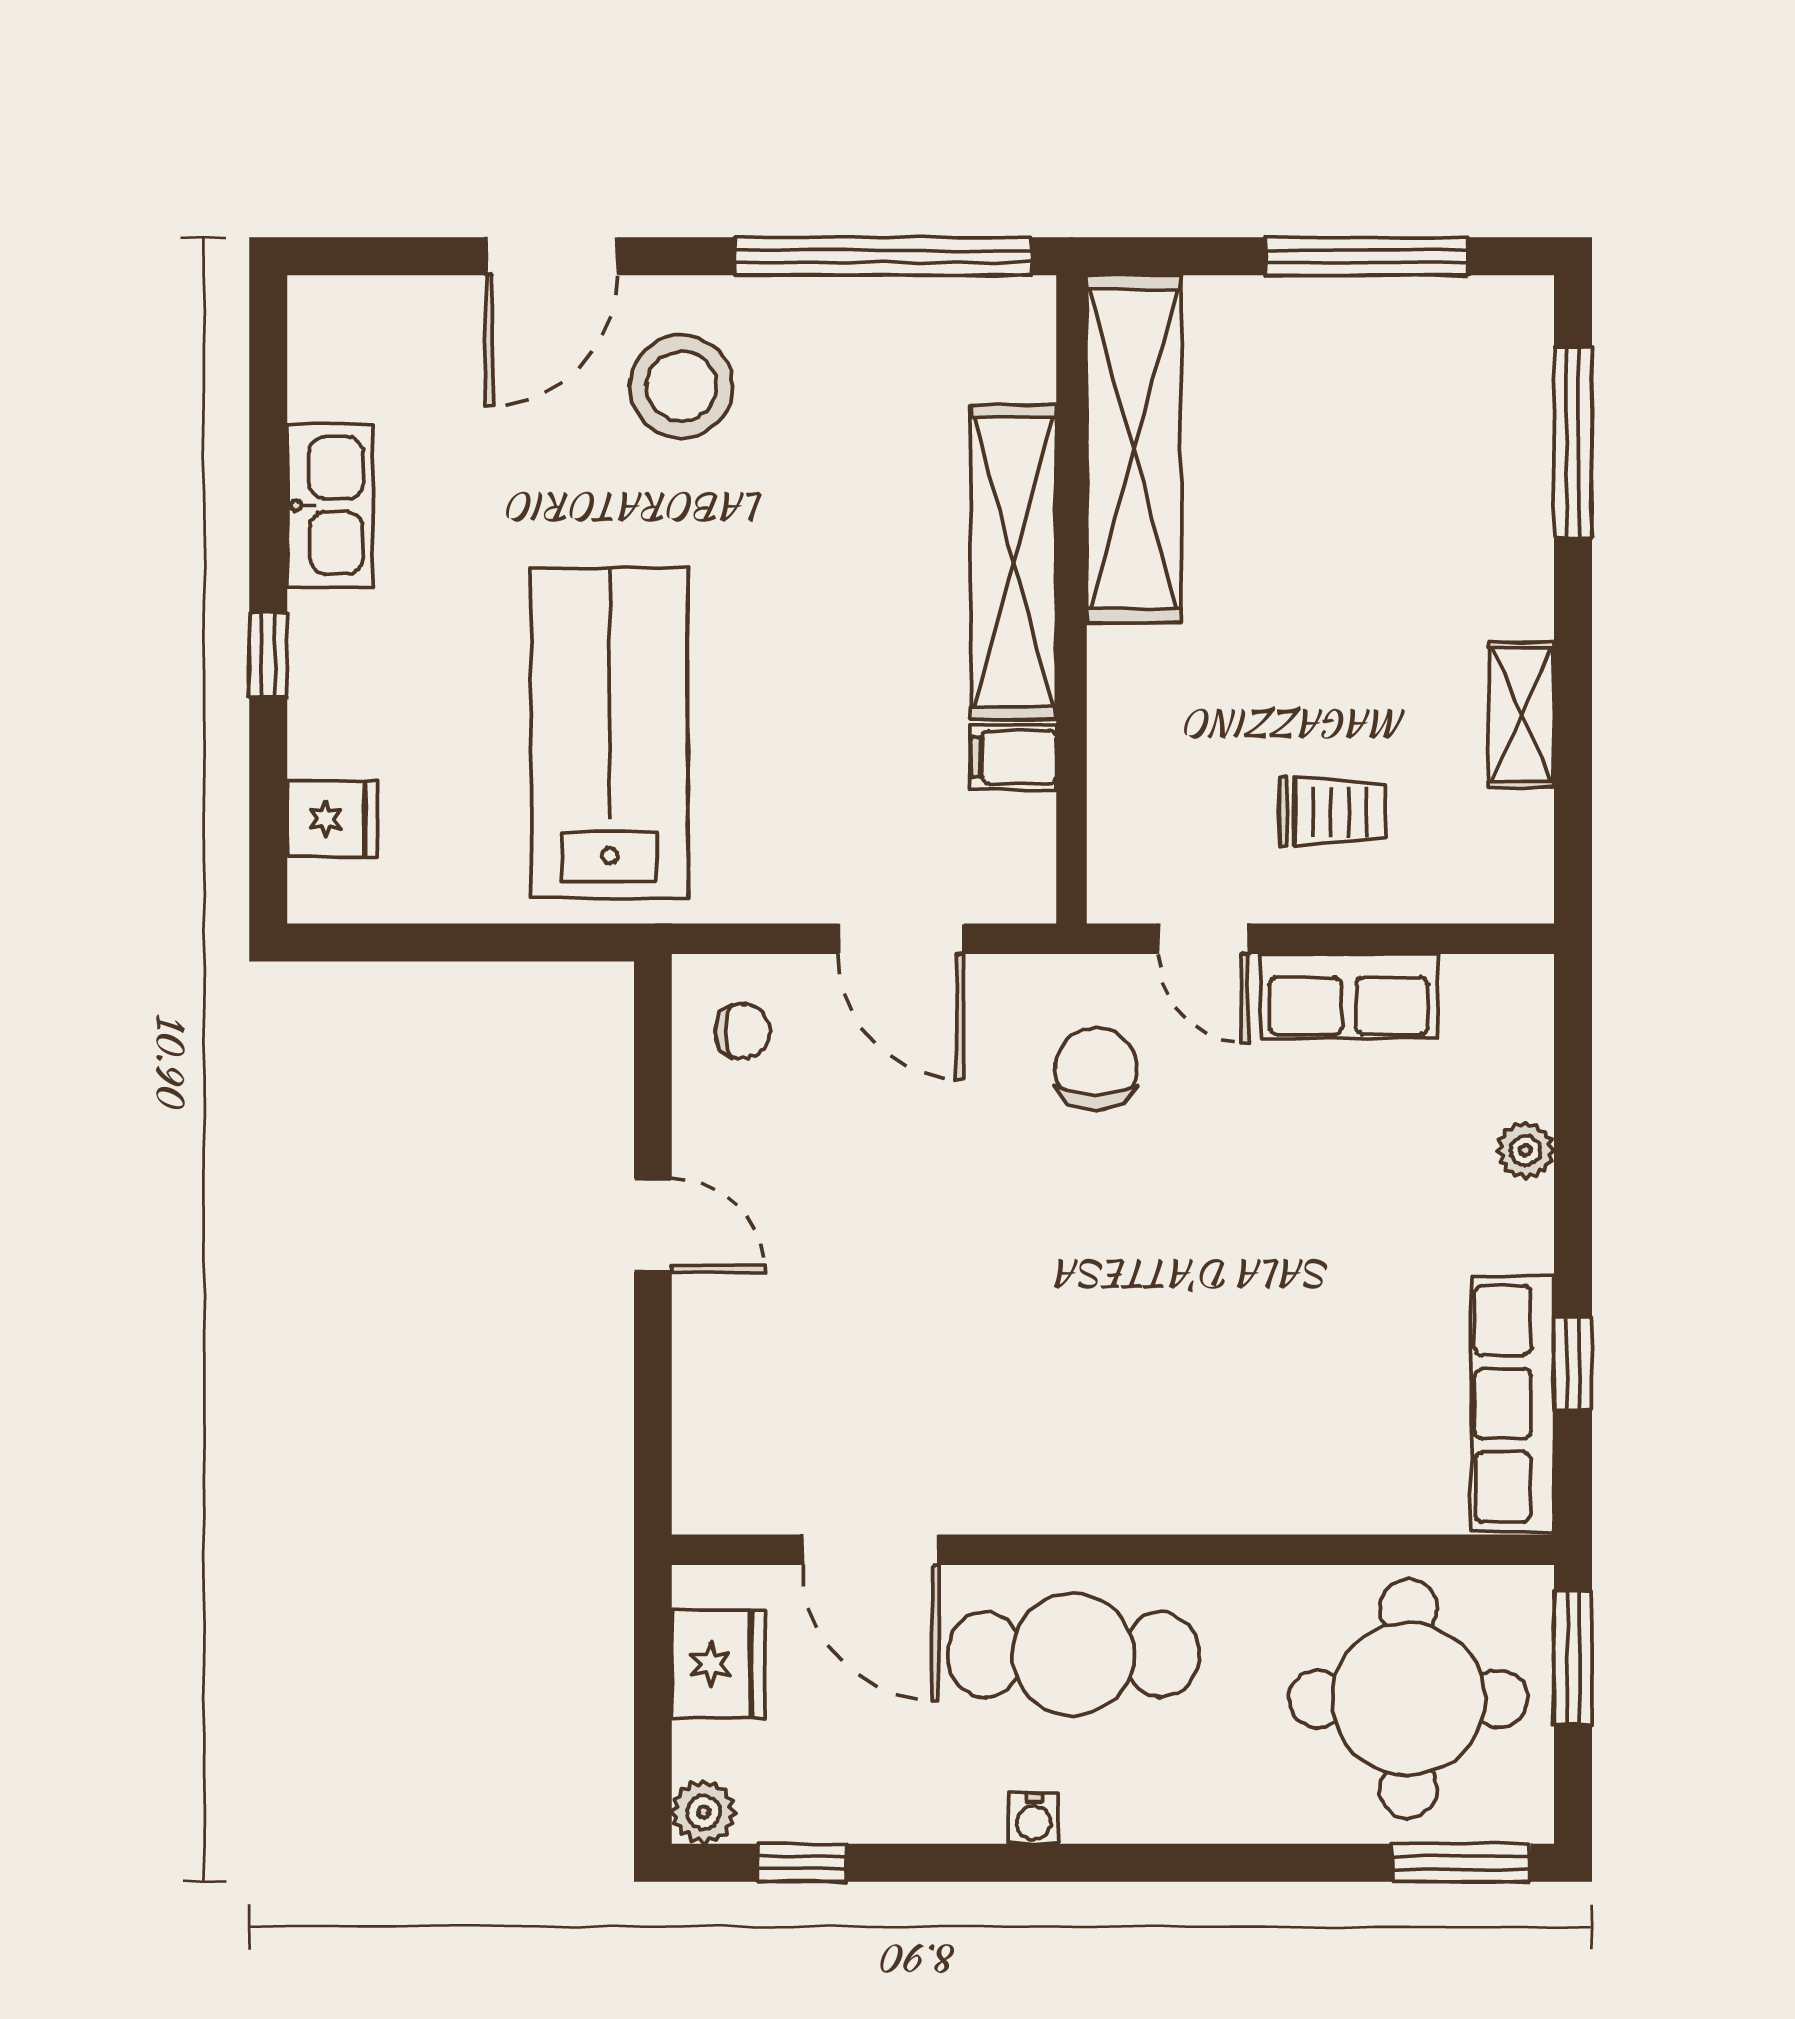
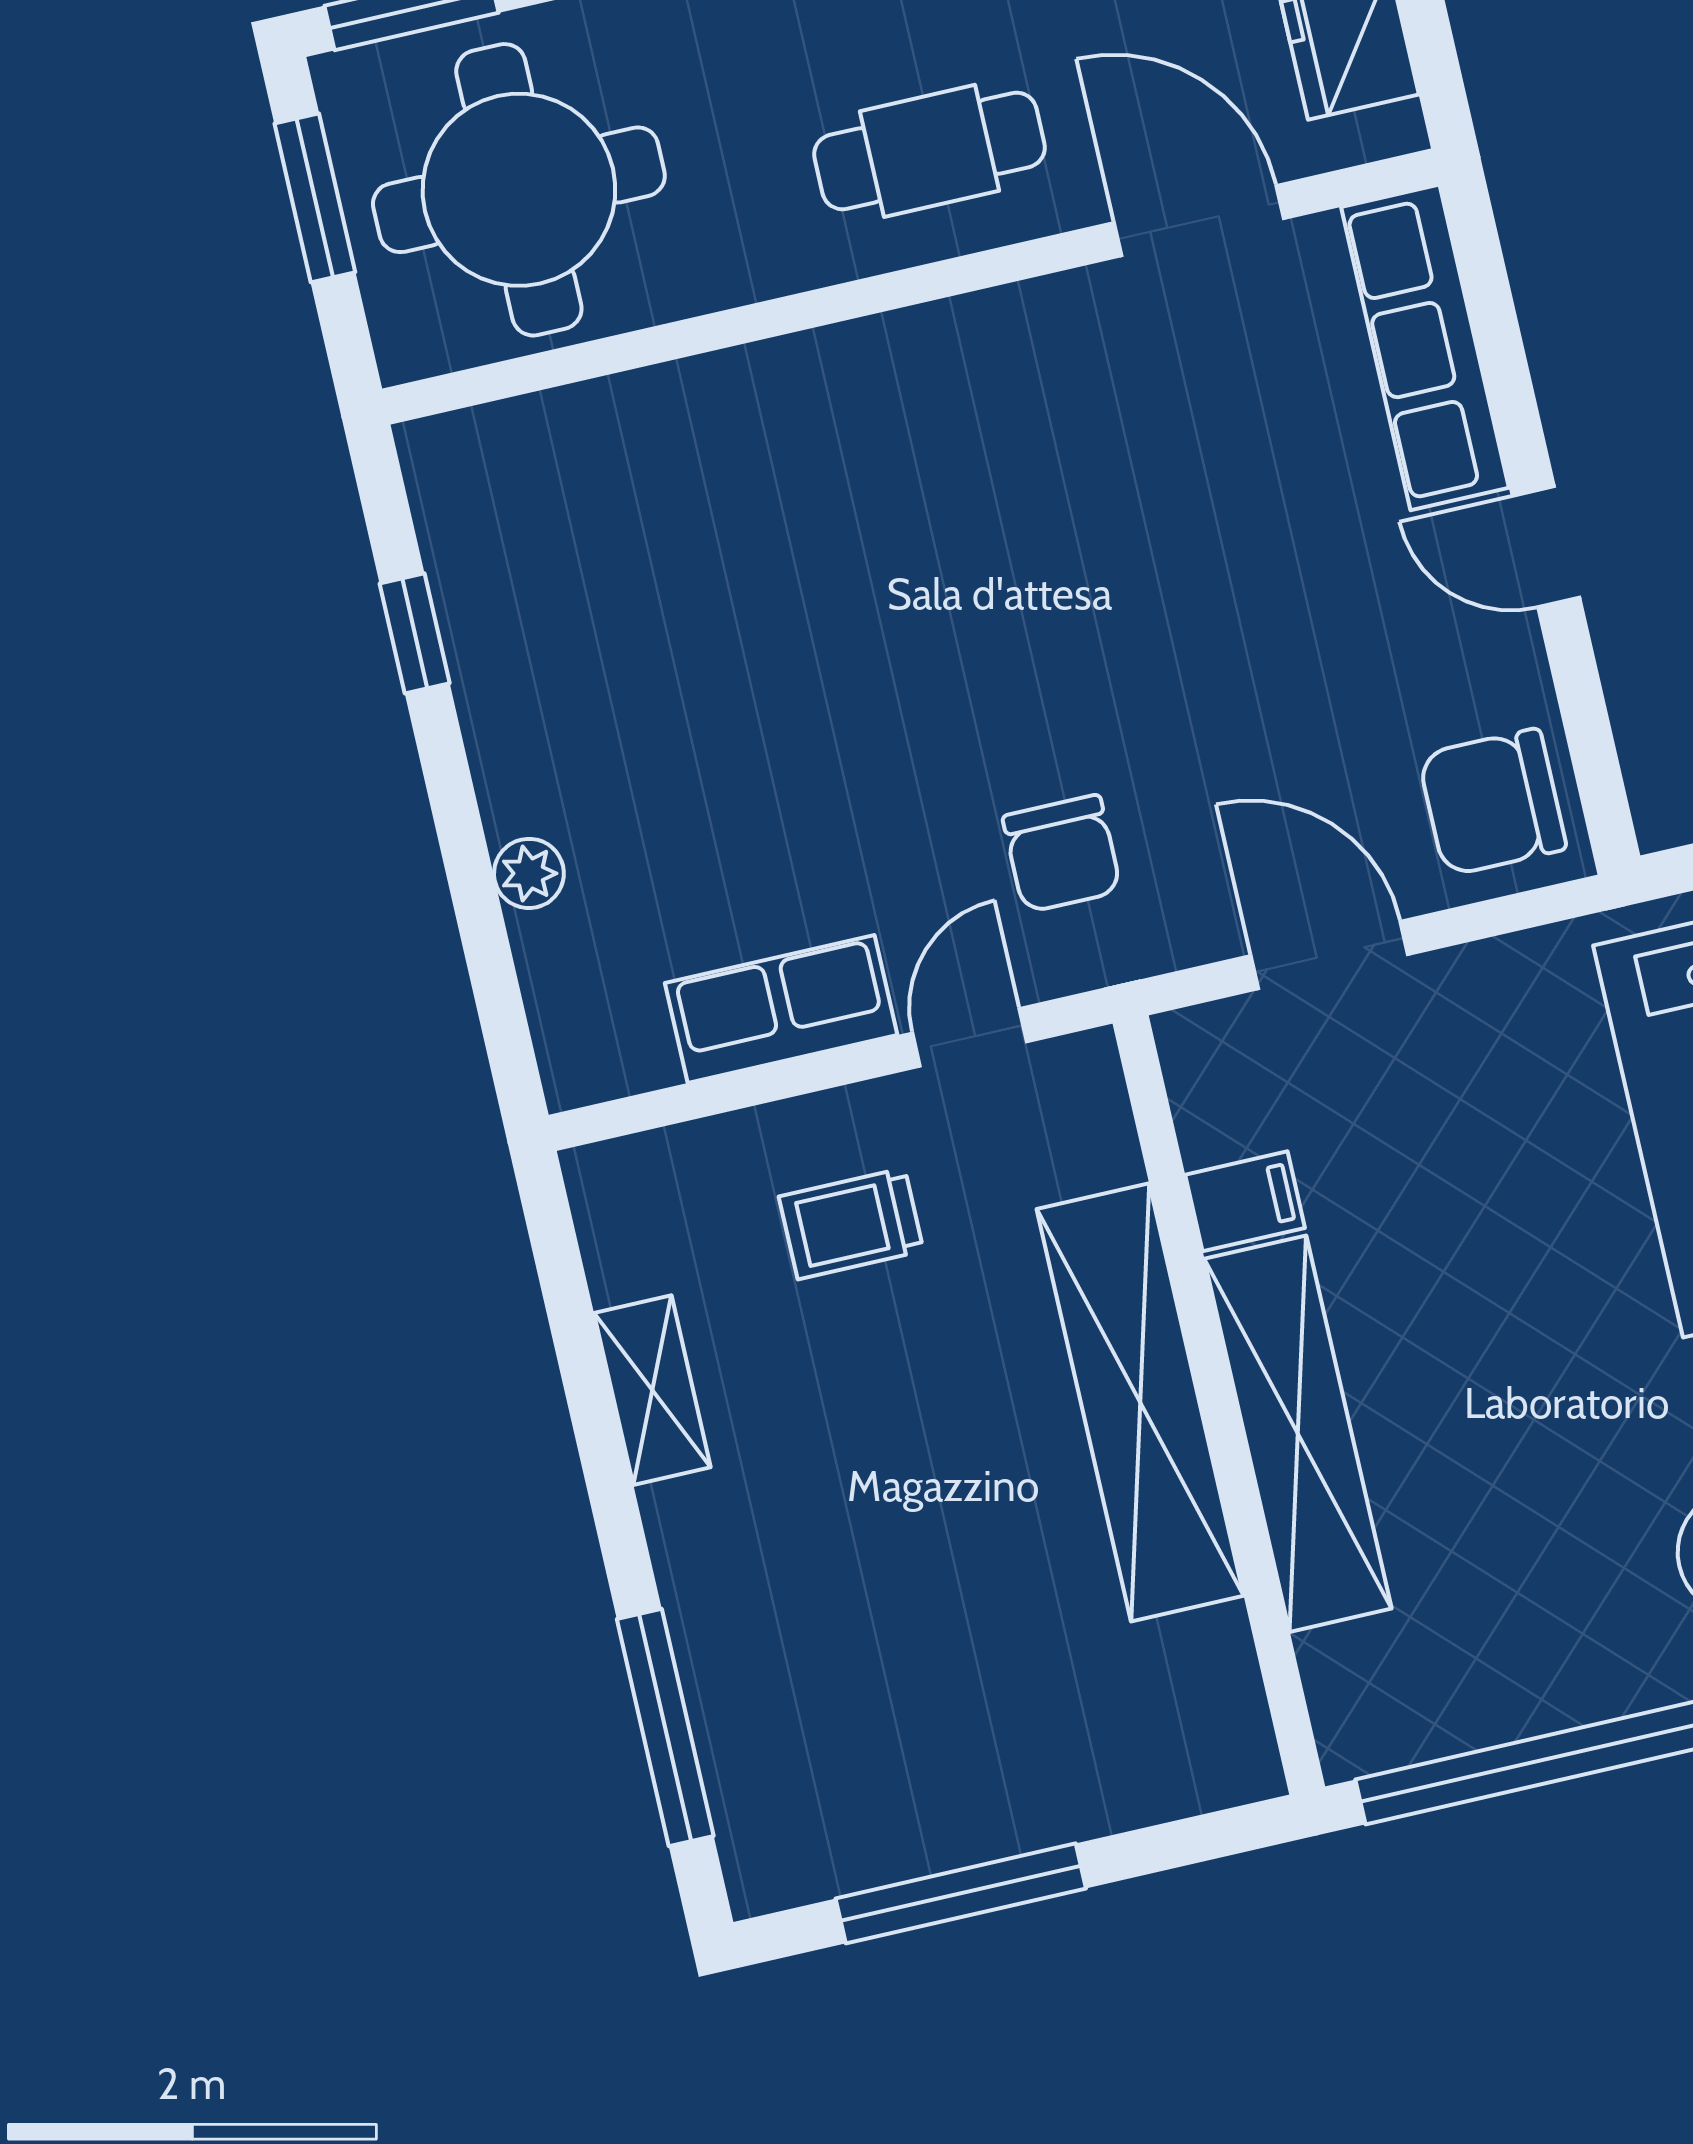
shelving: (1134, 449) -> (1140, 1402), moved
door: (1203, 939) -> (970, 1037), hinge flipped
chair: (743, 1031) -> (1492, 802), width x1.87, depth x1.87
row of seats: (1513, 1404) -> (1425, 347), moved, turned 180
cafe table: (1073, 1655) -> (930, 151), width x0.73, depth x0.74
window: (1573, 1658) -> (315, 198), moved

